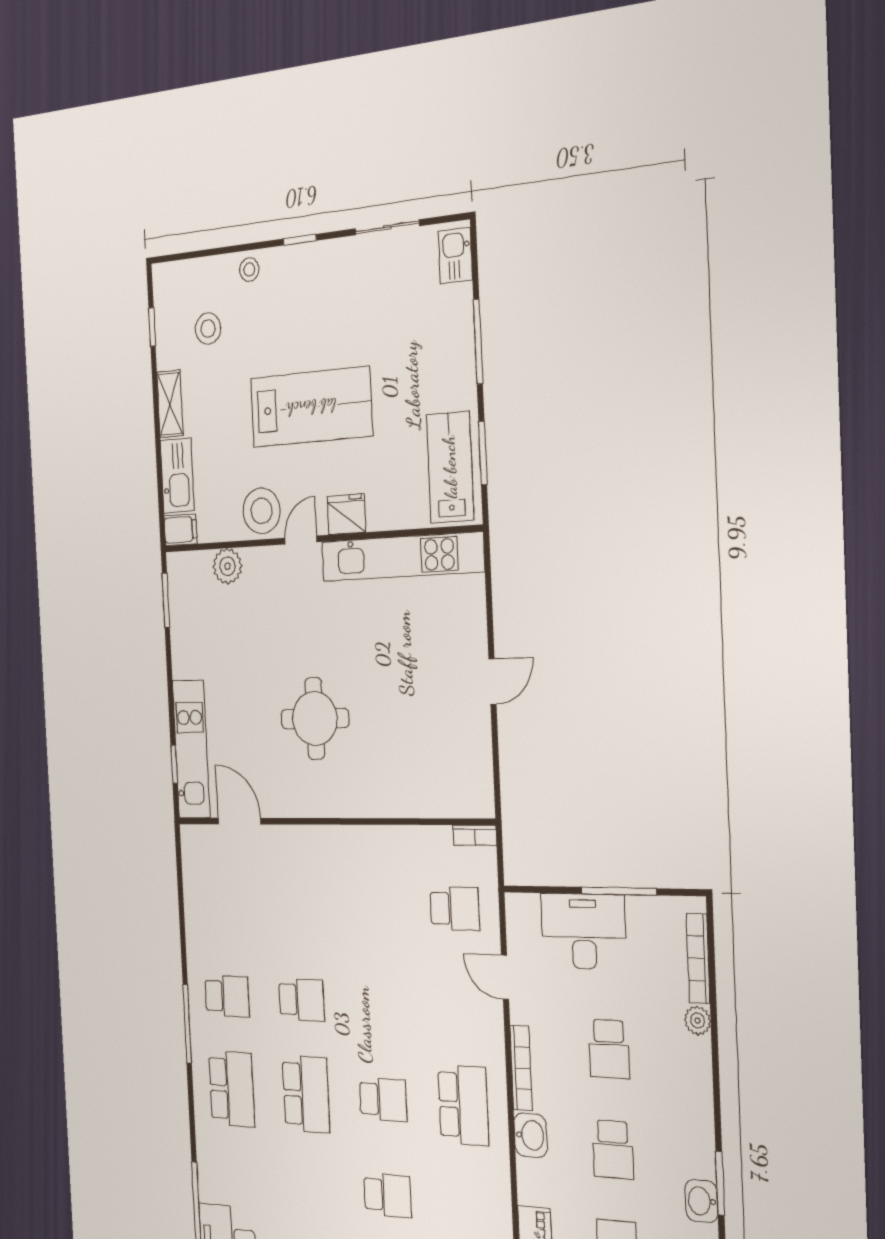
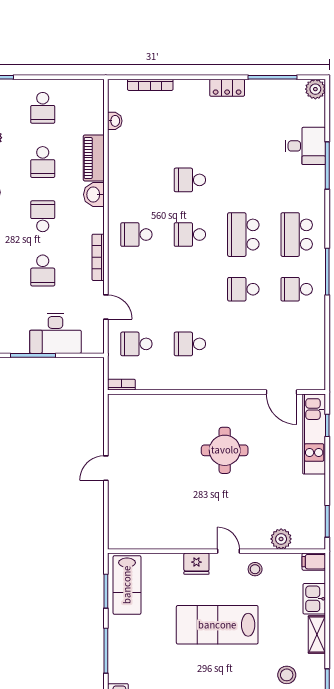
kitchen sink: (177, 476) -> (314, 599), width x0.73
stool: (262, 511) -> (255, 569), width x0.53, depth x0.53
door: (301, 540) -> (229, 551), swing flipped
kitchen unit: (402, 557) -> (161, 538), removed
school desk: (374, 907) -> (190, 344), added
school desk: (609, 1049) -> (43, 270), turned 180
school desk: (463, 1105) -> (136, 235), width x0.54
washbasin: (531, 1135) -> (94, 195), moved

